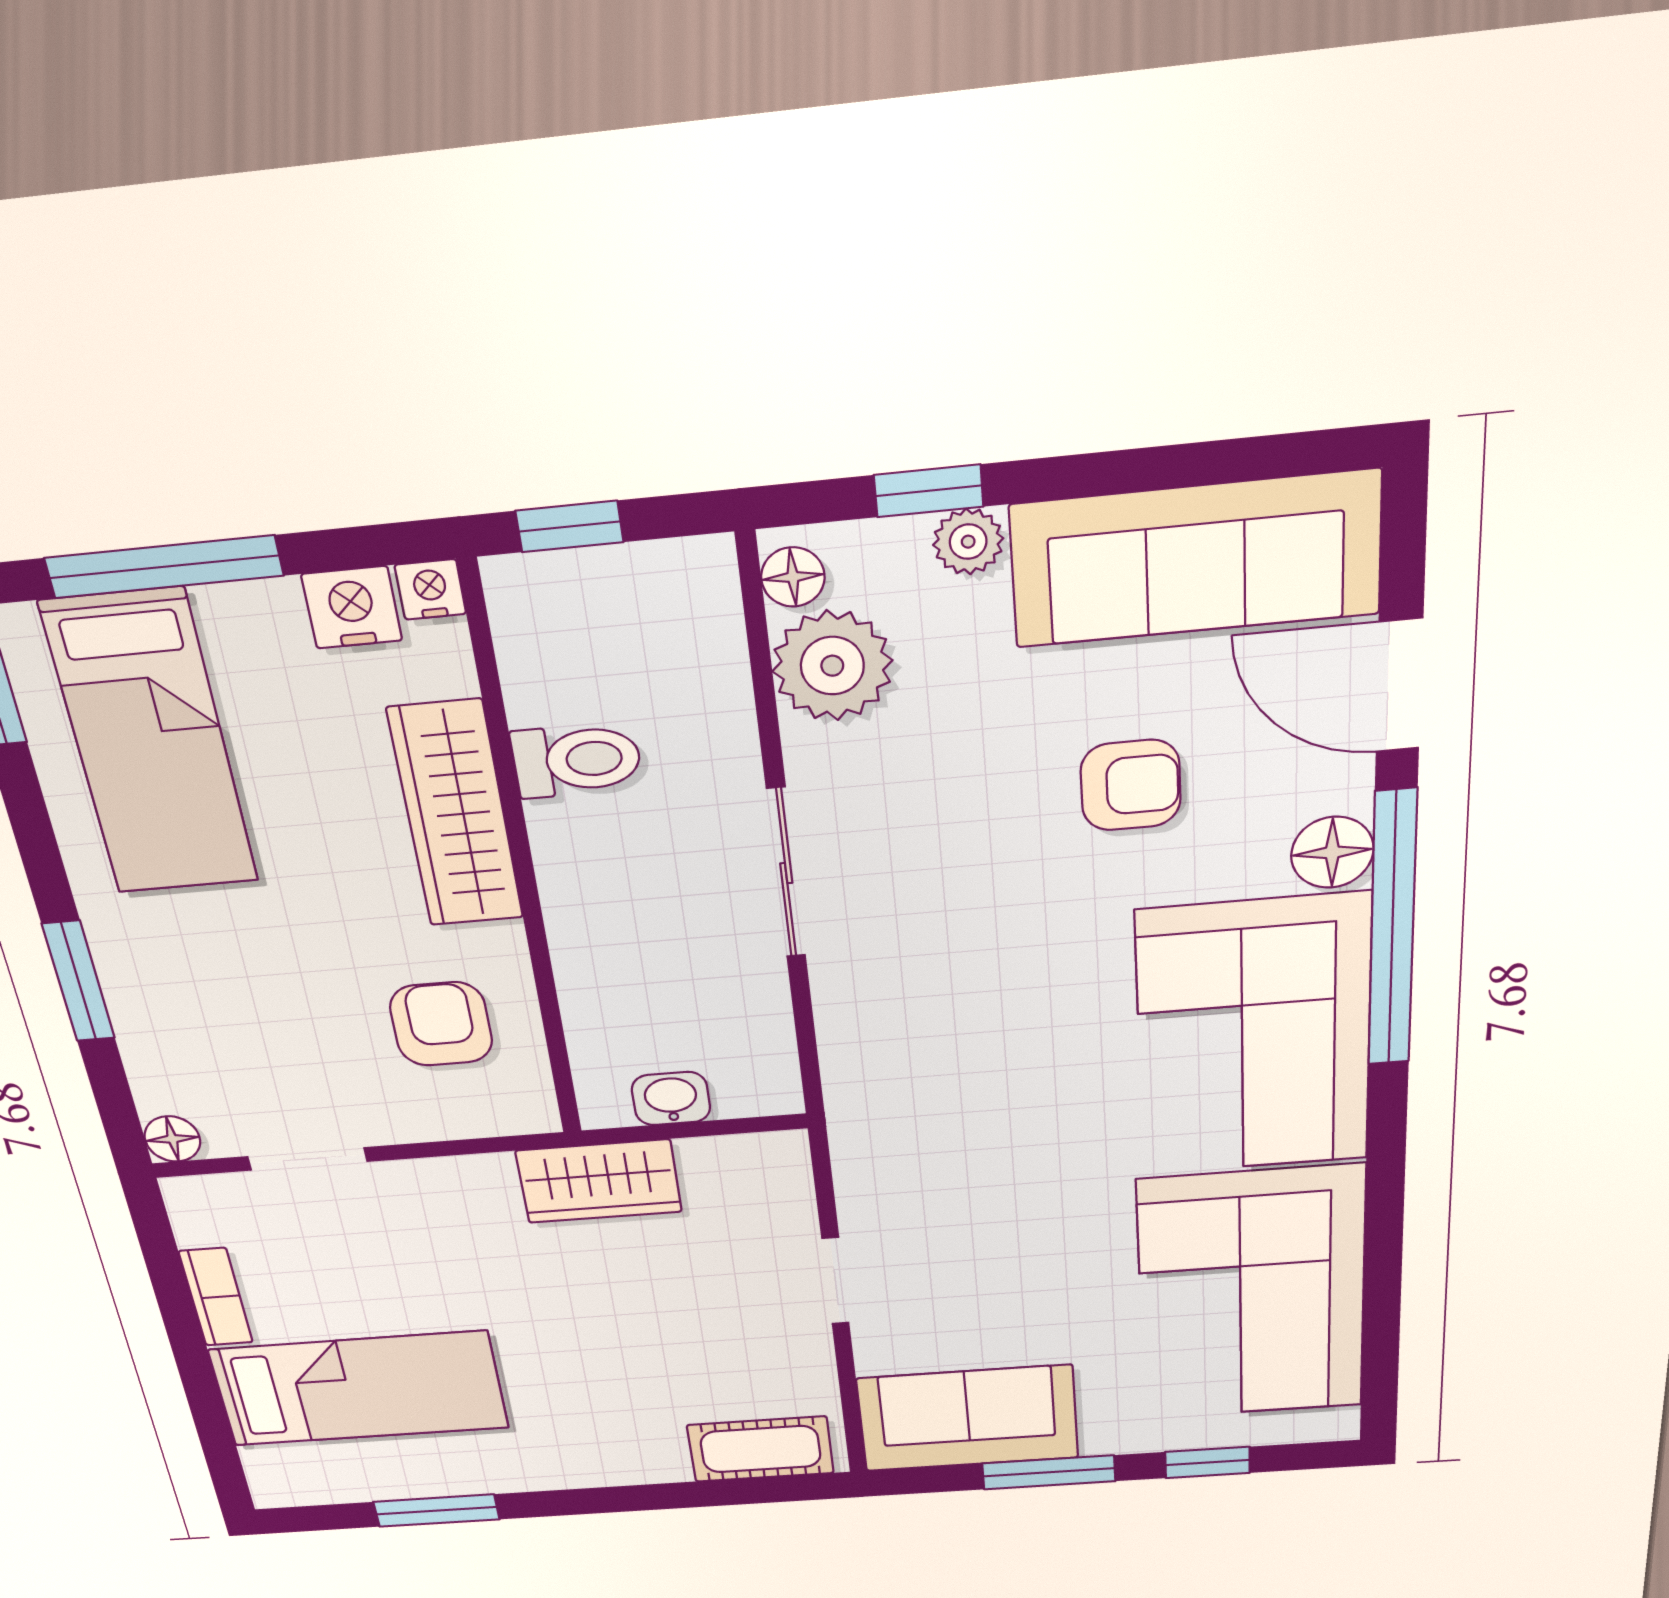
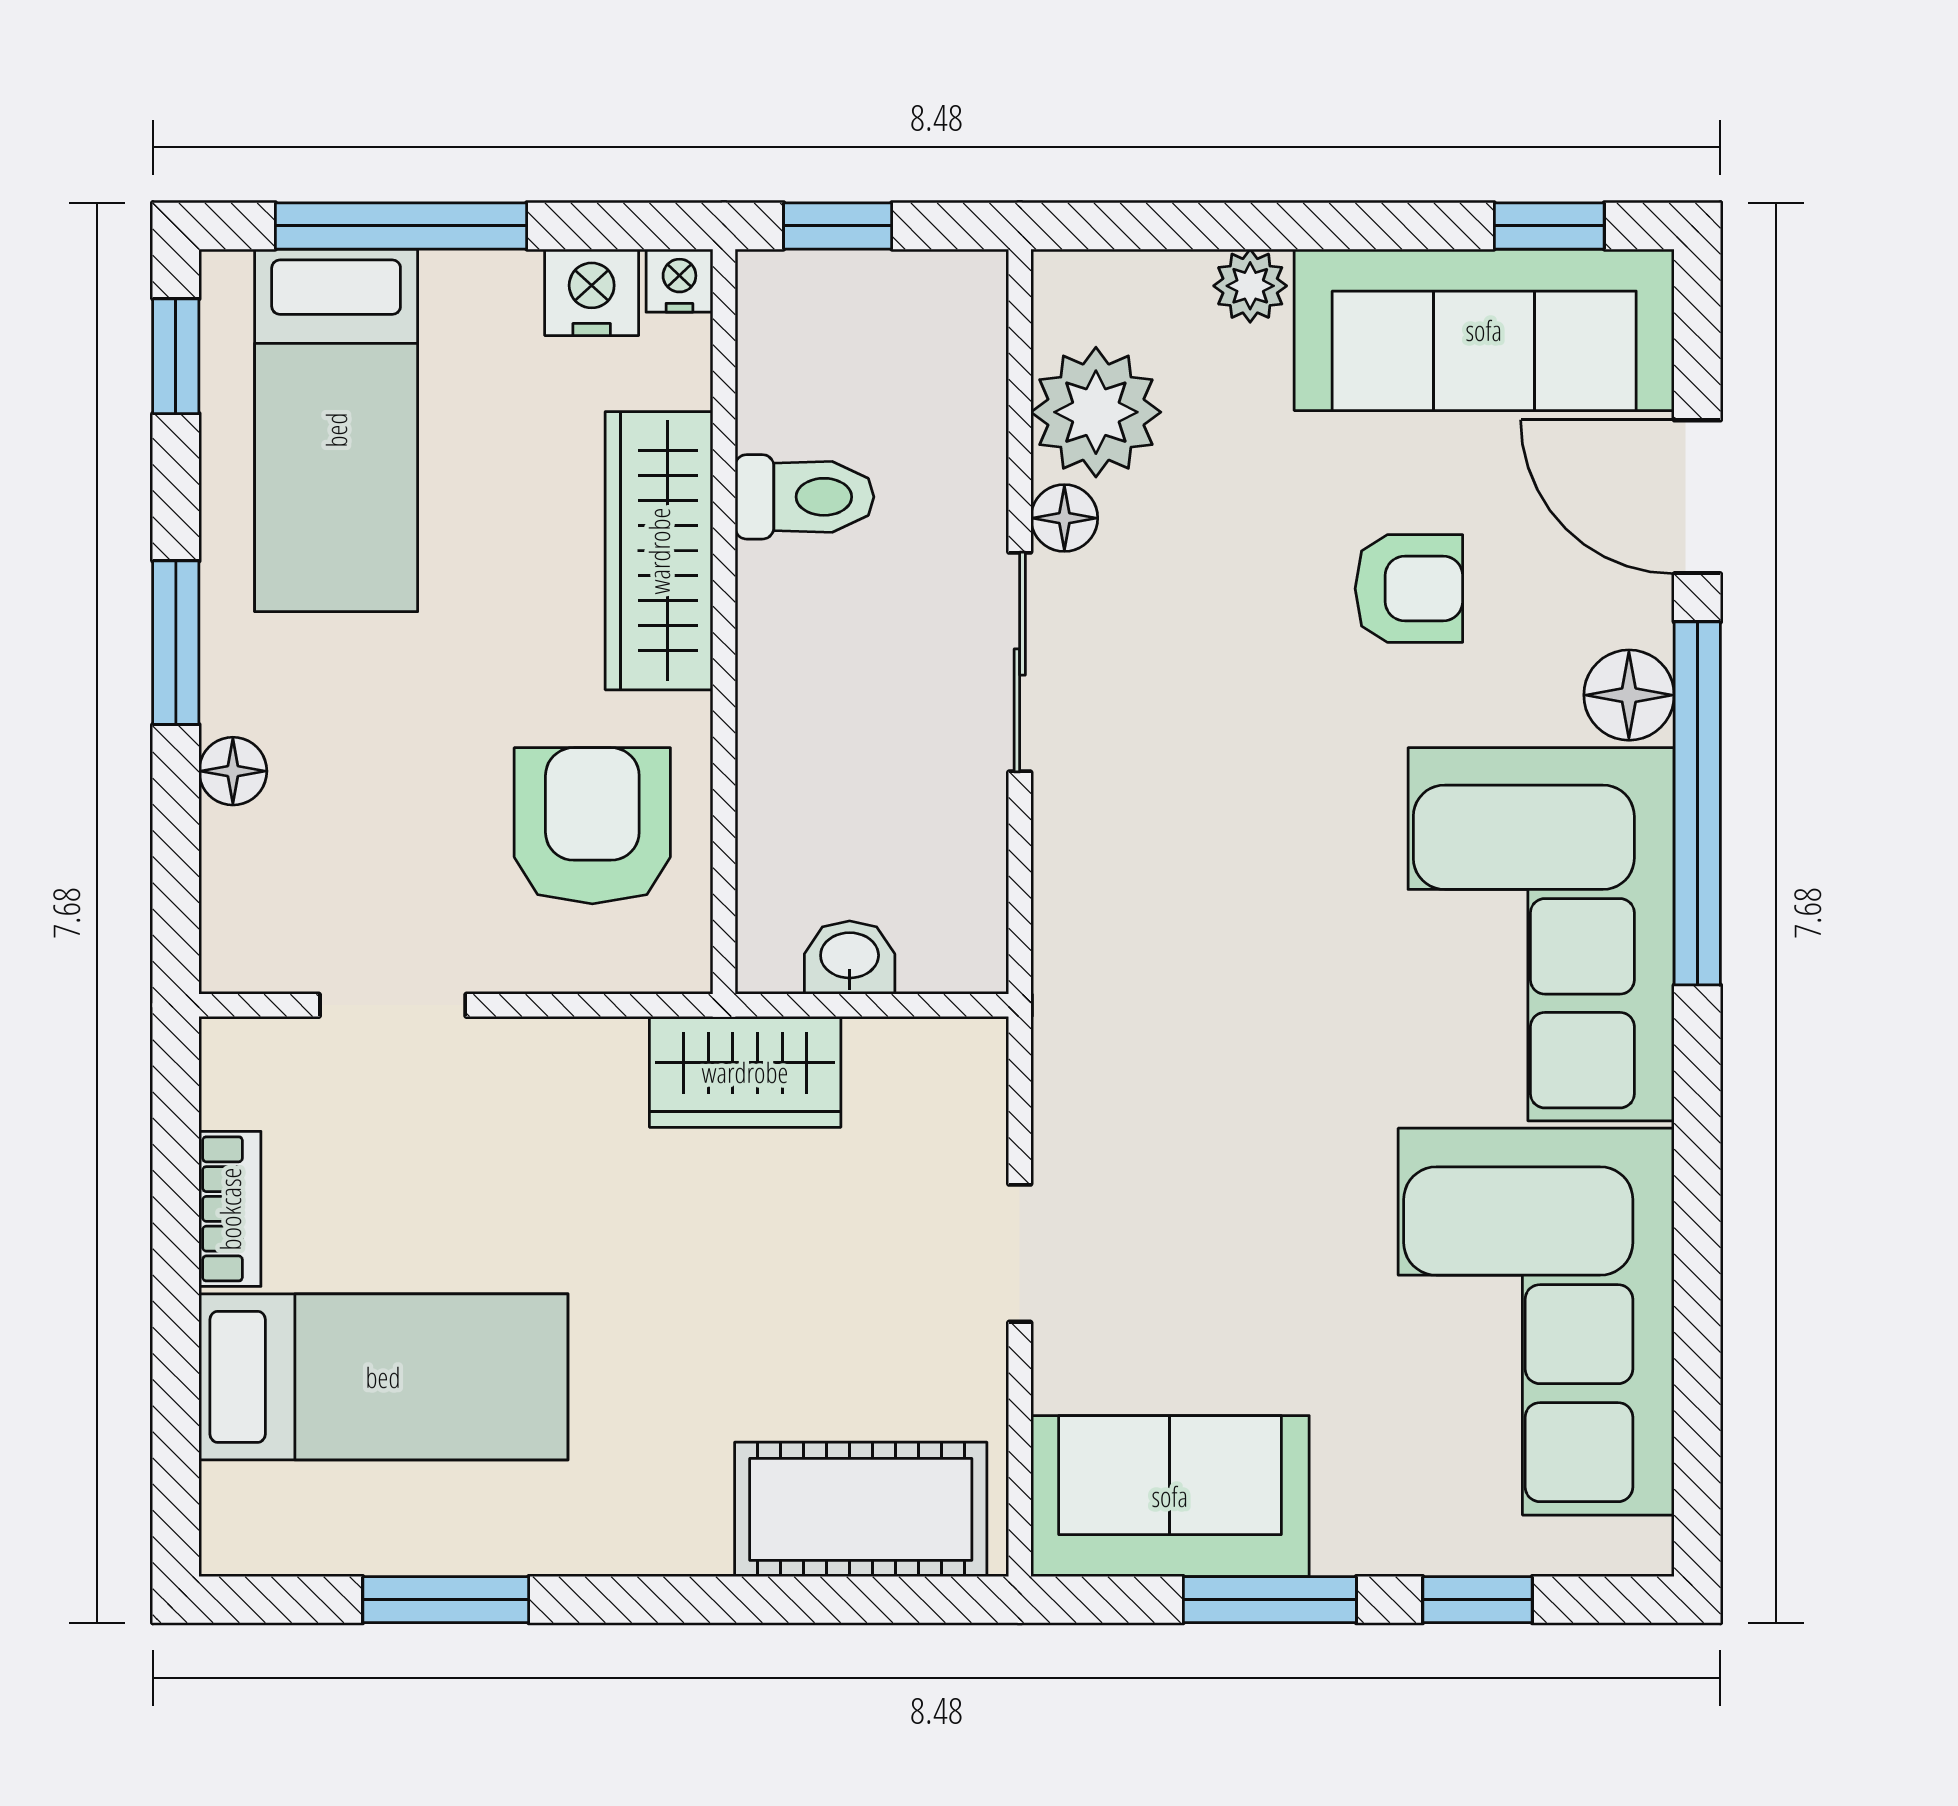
window: (929, 491) -> (1549, 226), moved
floor lamp: (793, 577) -> (1064, 518), moved
window: (78, 981) -> (176, 643), moved
armchair: (441, 1024) -> (592, 826), width x1.38, depth x1.38
floor lamp: (172, 1139) -> (233, 771), moved
cot: (761, 1449) -> (861, 1509), width x1.37, depth x1.34

